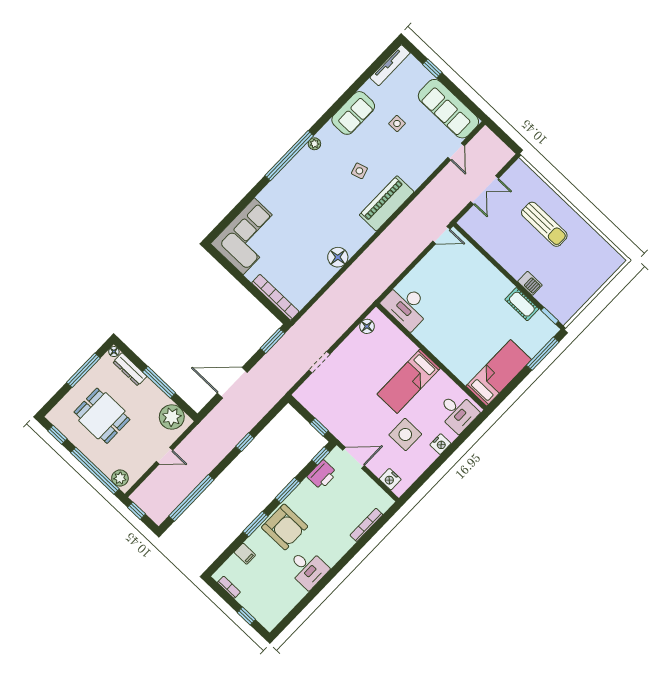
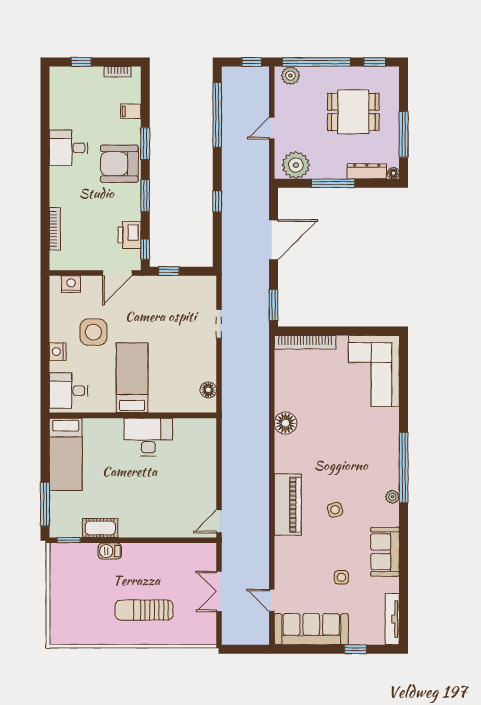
desk: (406, 306) -> (148, 437), moved

